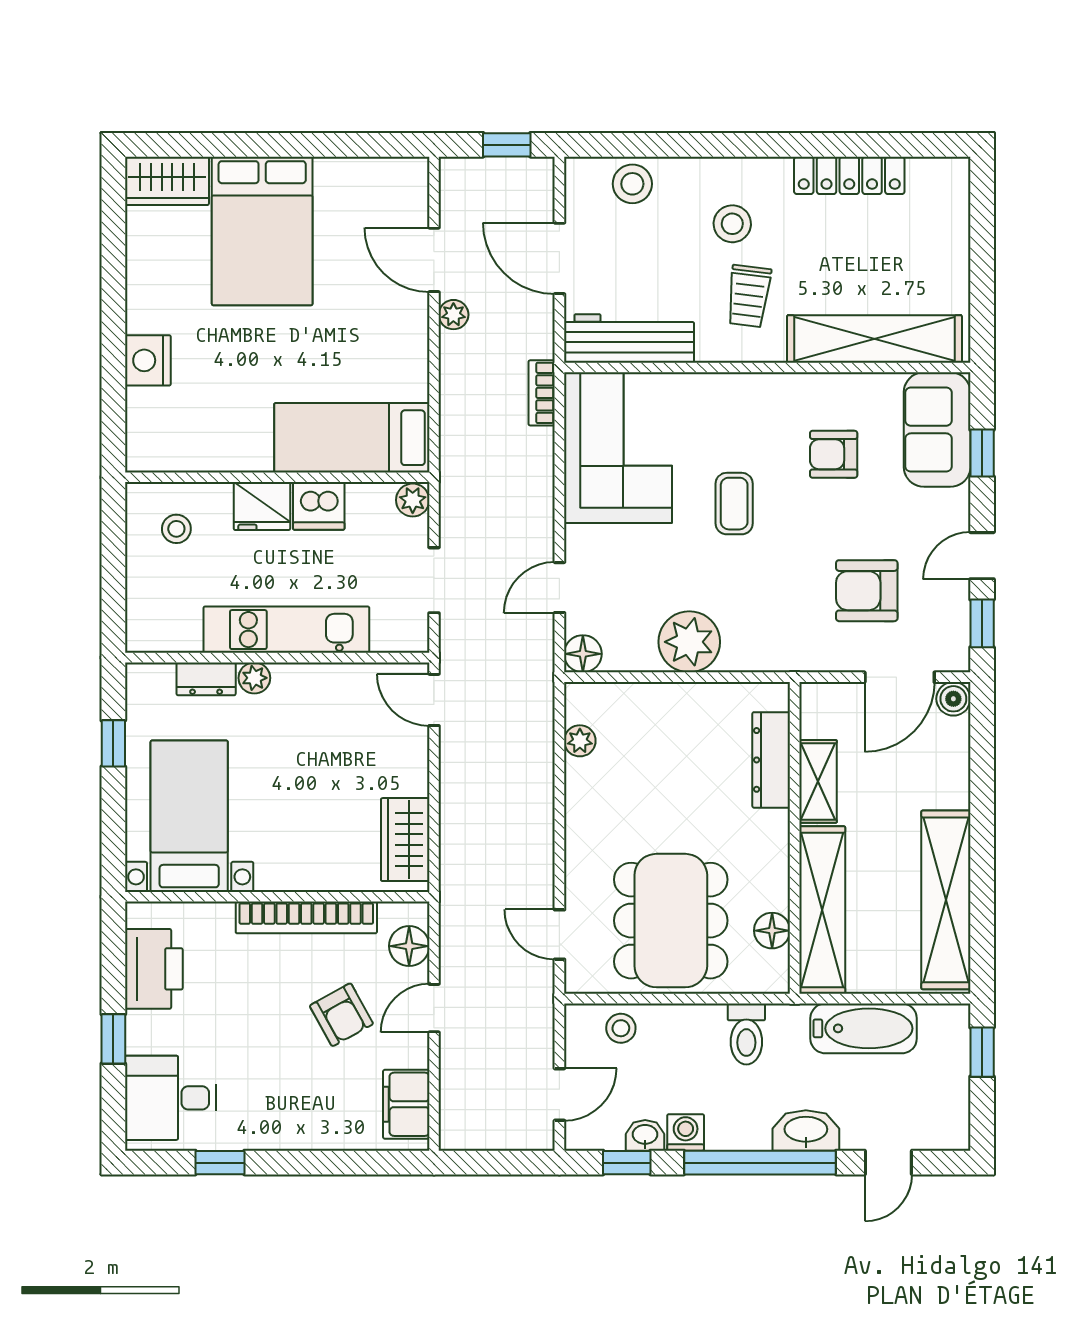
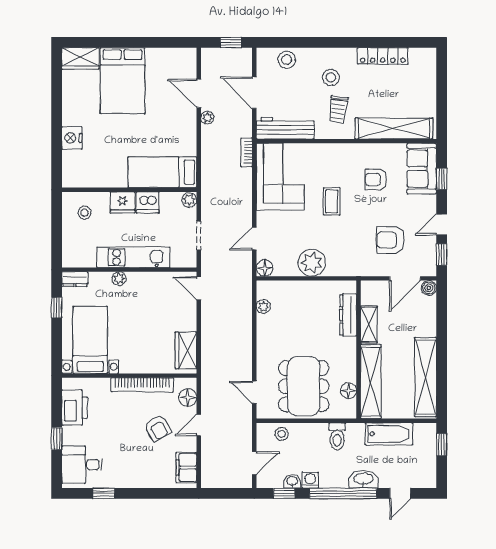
dresser: (206, 679) -> (75, 279), moved

